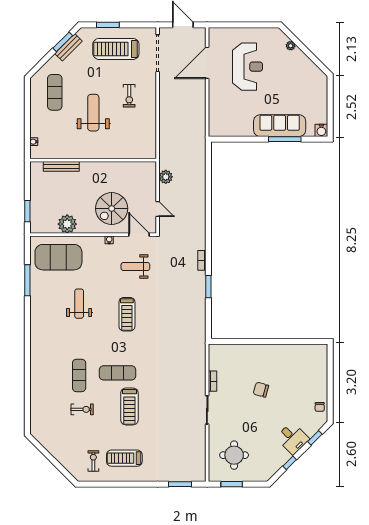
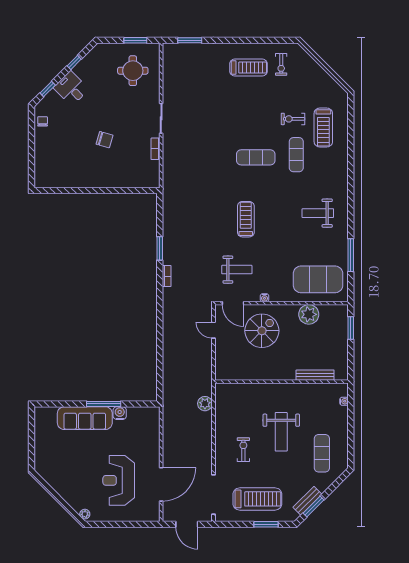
plant: (291, 46) -> (85, 514), moved
water cooler: (321, 130) -> (120, 413), moved
window: (285, 139) -> (104, 404), moved
plant: (166, 177) -> (205, 404), moved
weight bench: (79, 304) -> (318, 213), moved, turned 90
treadmill: (129, 406) -> (323, 127), moved, turned 180

